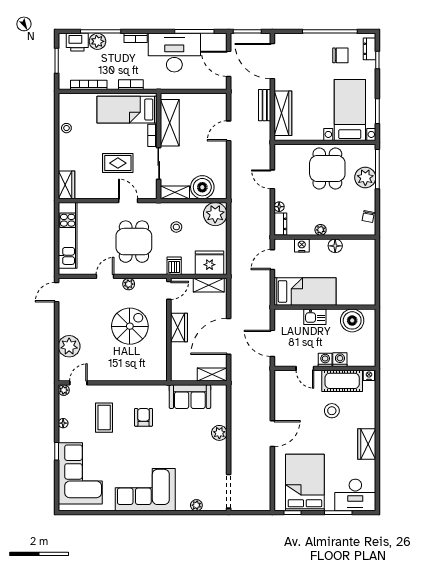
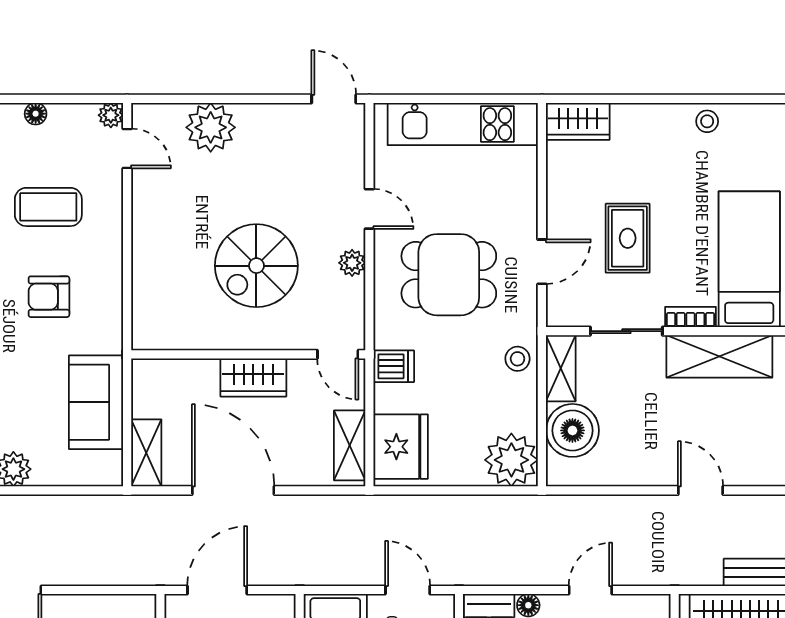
stool: (176, 227) -> (517, 359), moved
spiral stairs: (130, 326) -> (256, 266), turned 90
armchair: (143, 417) -> (49, 297), turned 180

